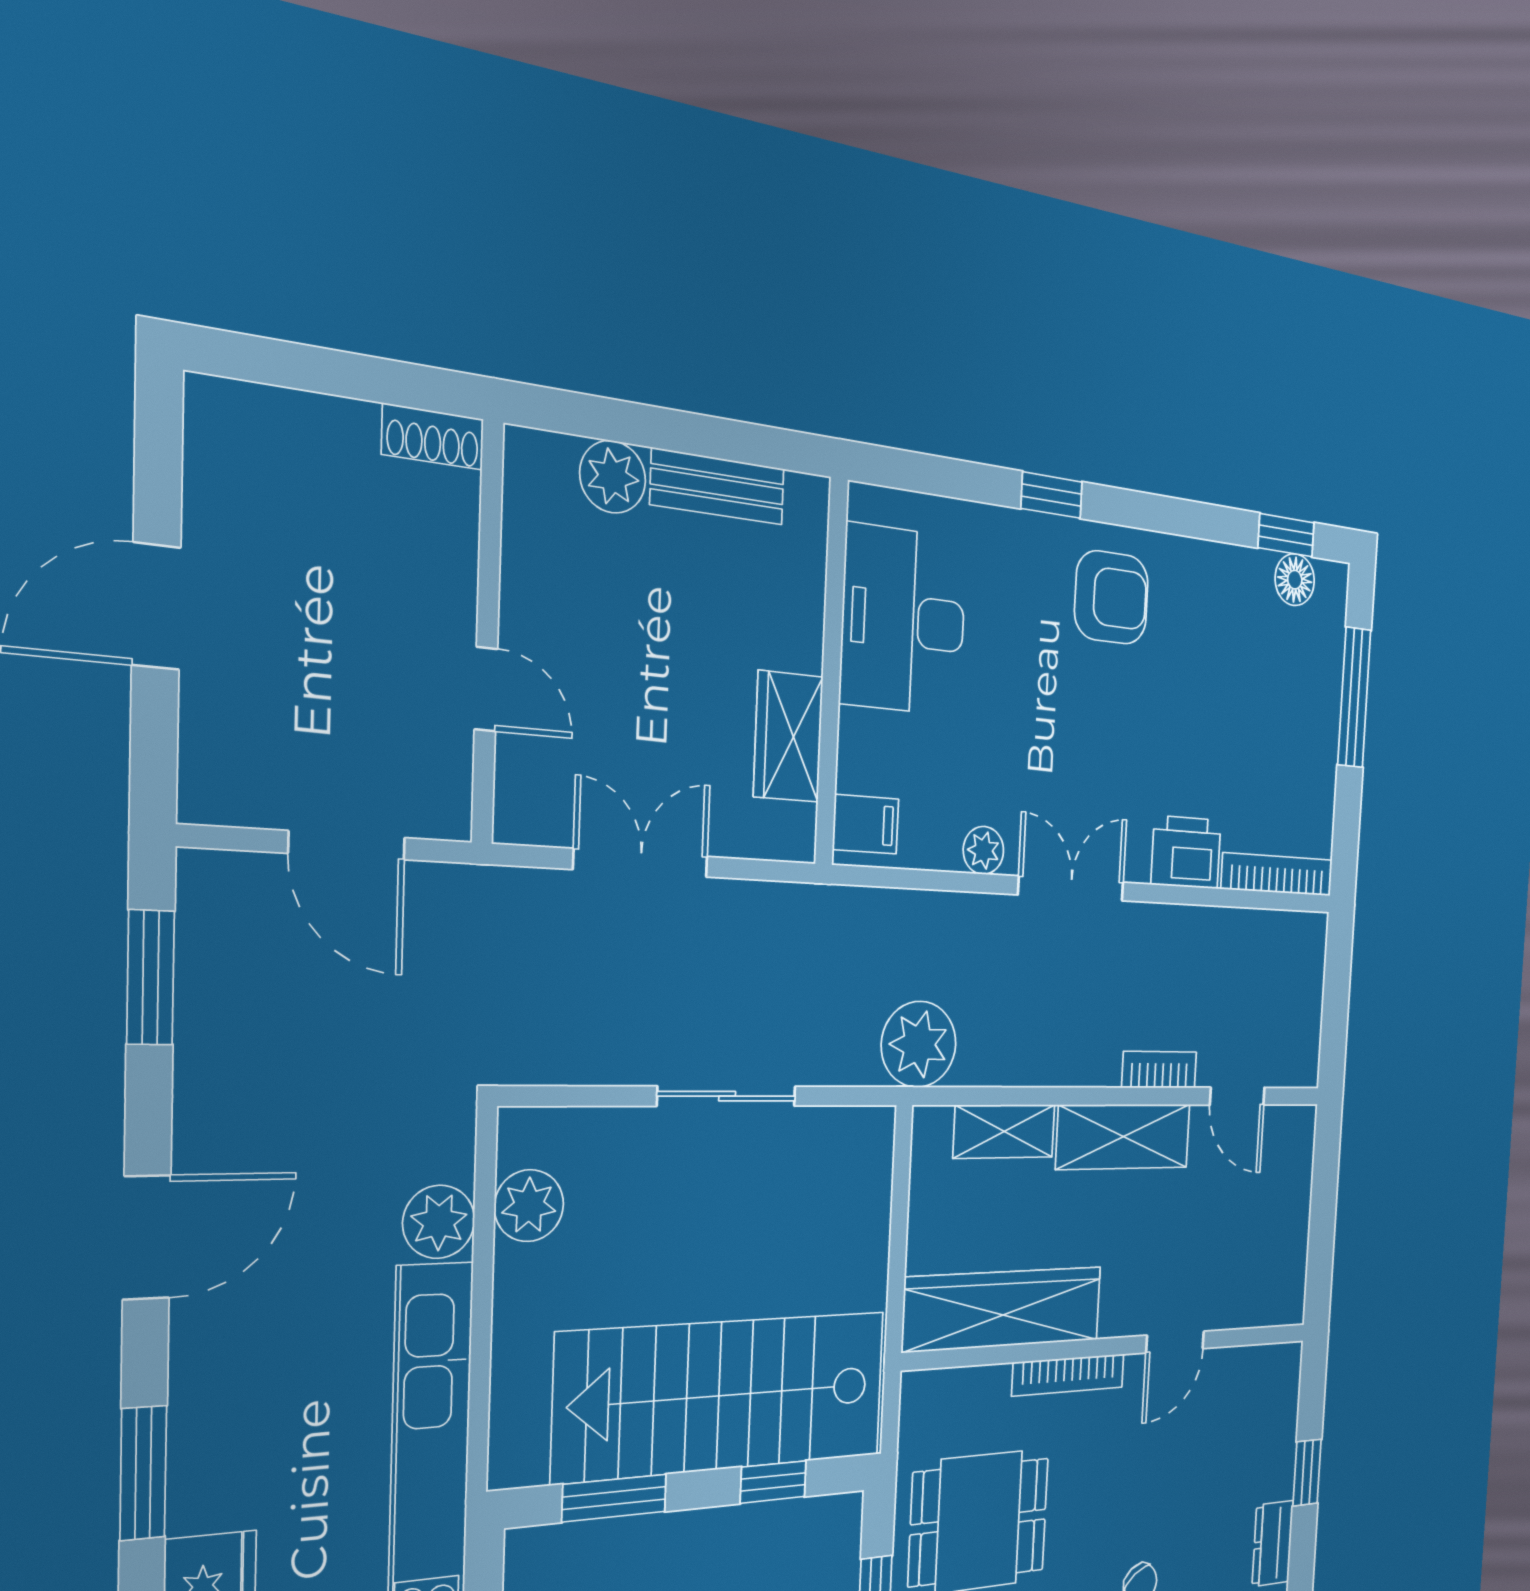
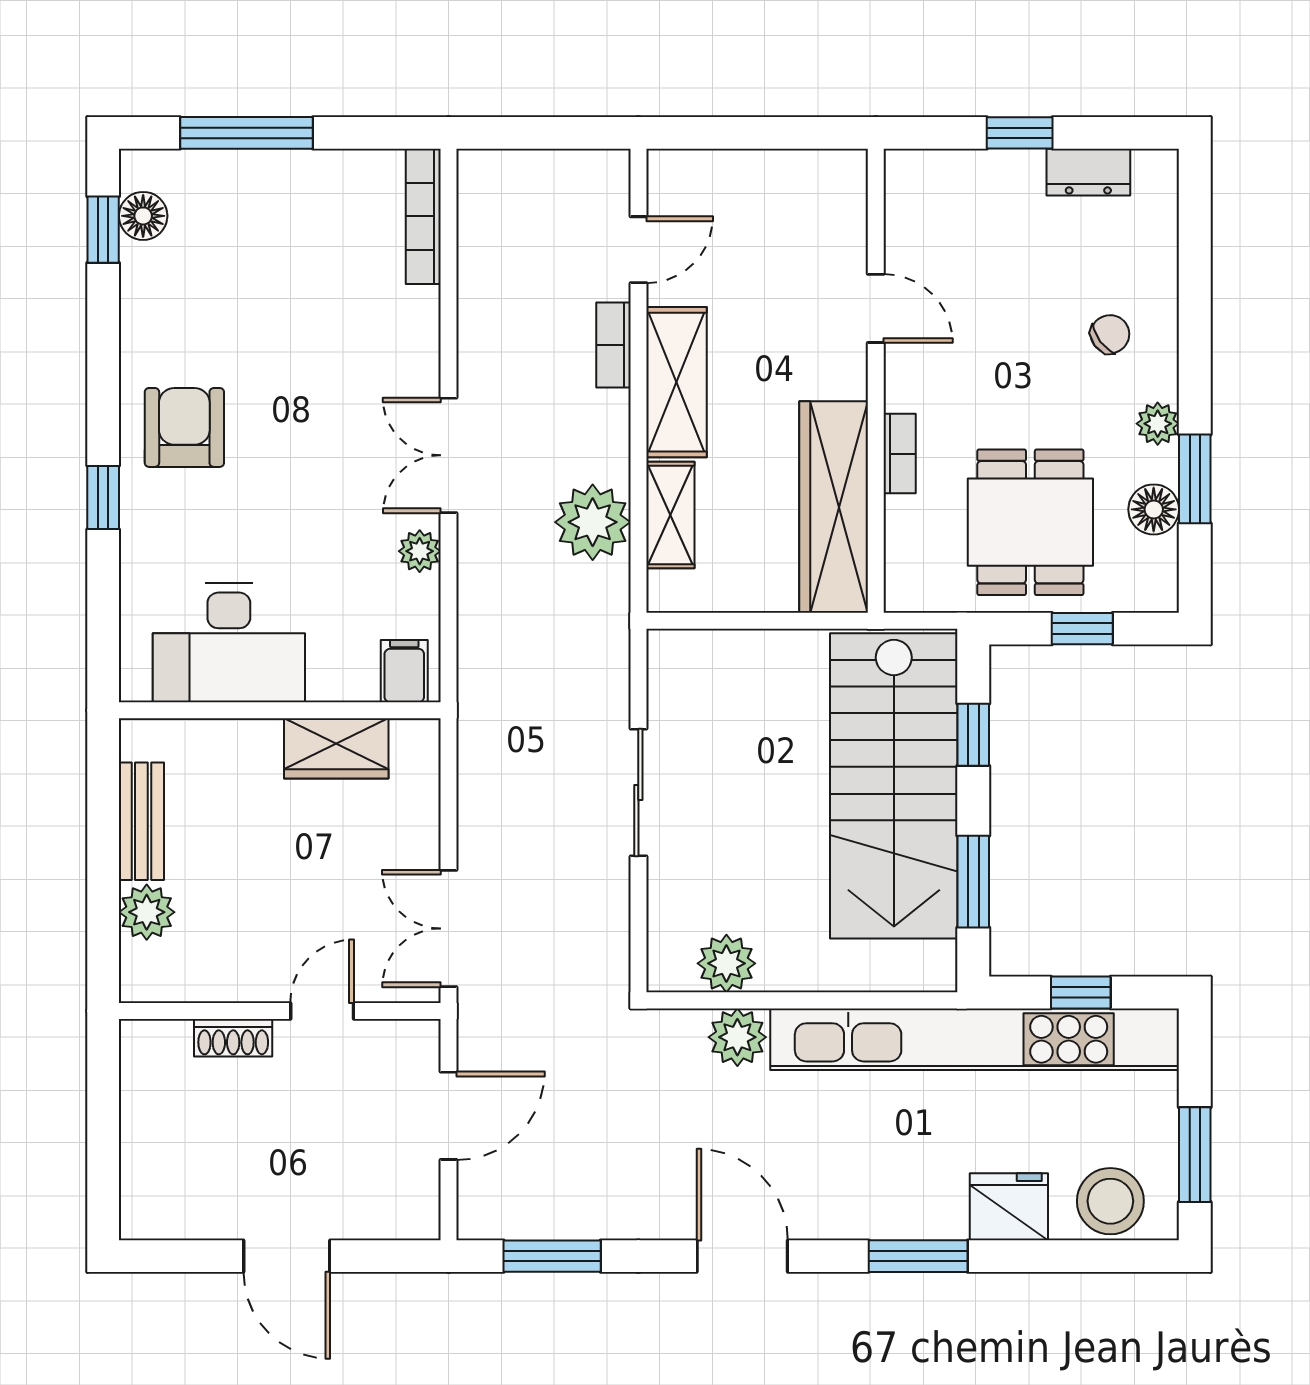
shoe rack: (433, 437) -> (233, 1038), moved, turned 90
printer: (1186, 852) -> (408, 327), removed
double door: (641, 863) -> (449, 929), moved
plant: (919, 1044) -> (593, 522), moved
bookcase: (1068, 1375) -> (900, 454), width x0.64

